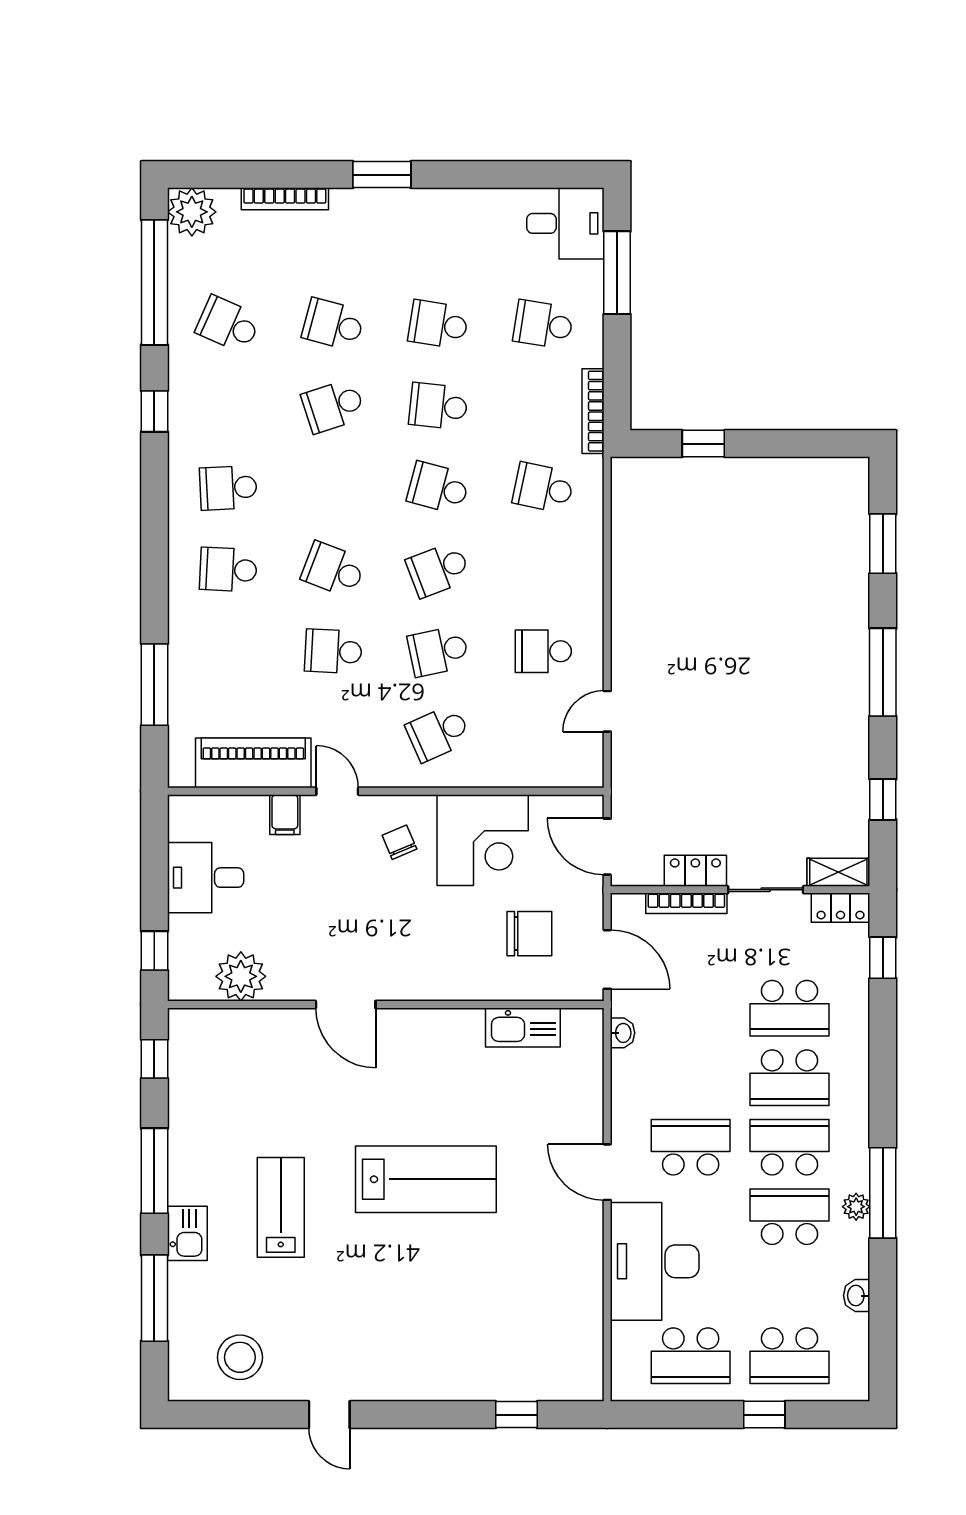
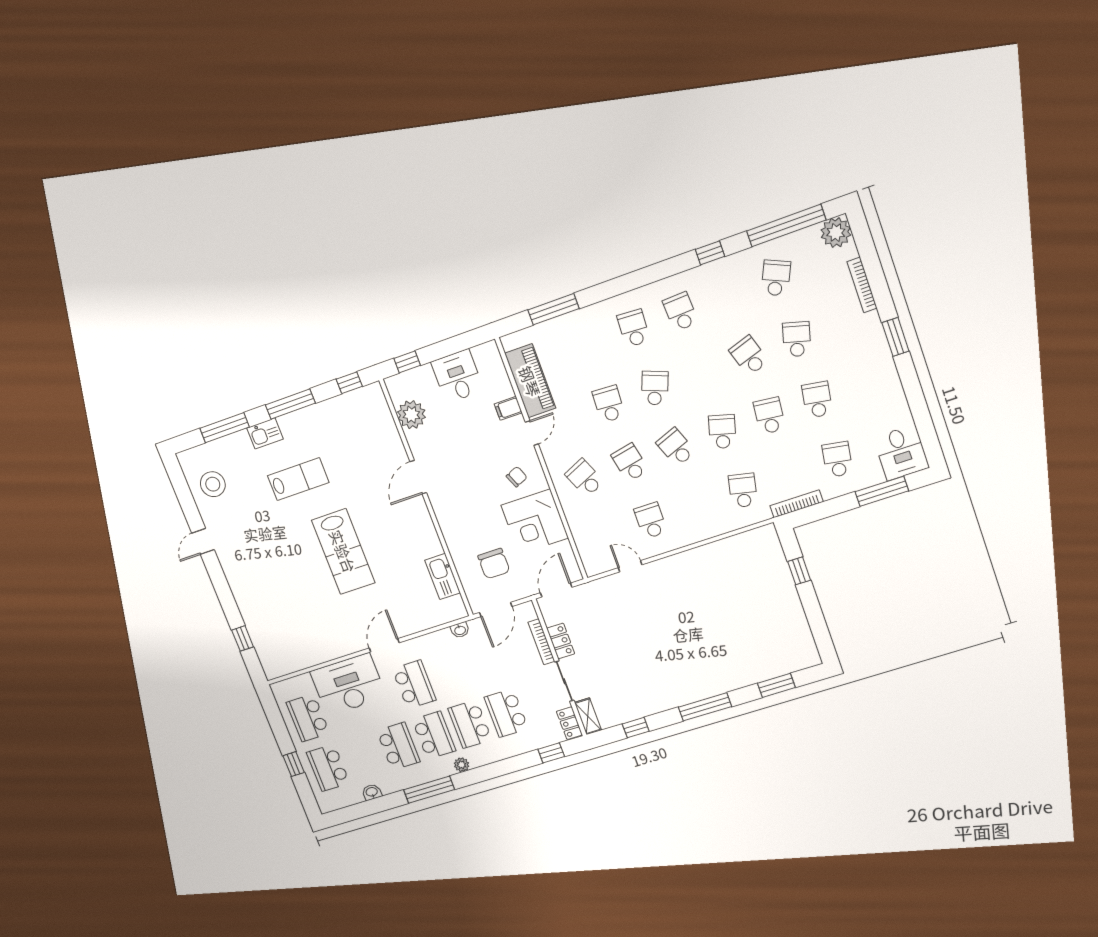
plant: (856, 1207) -> (462, 765), moved

